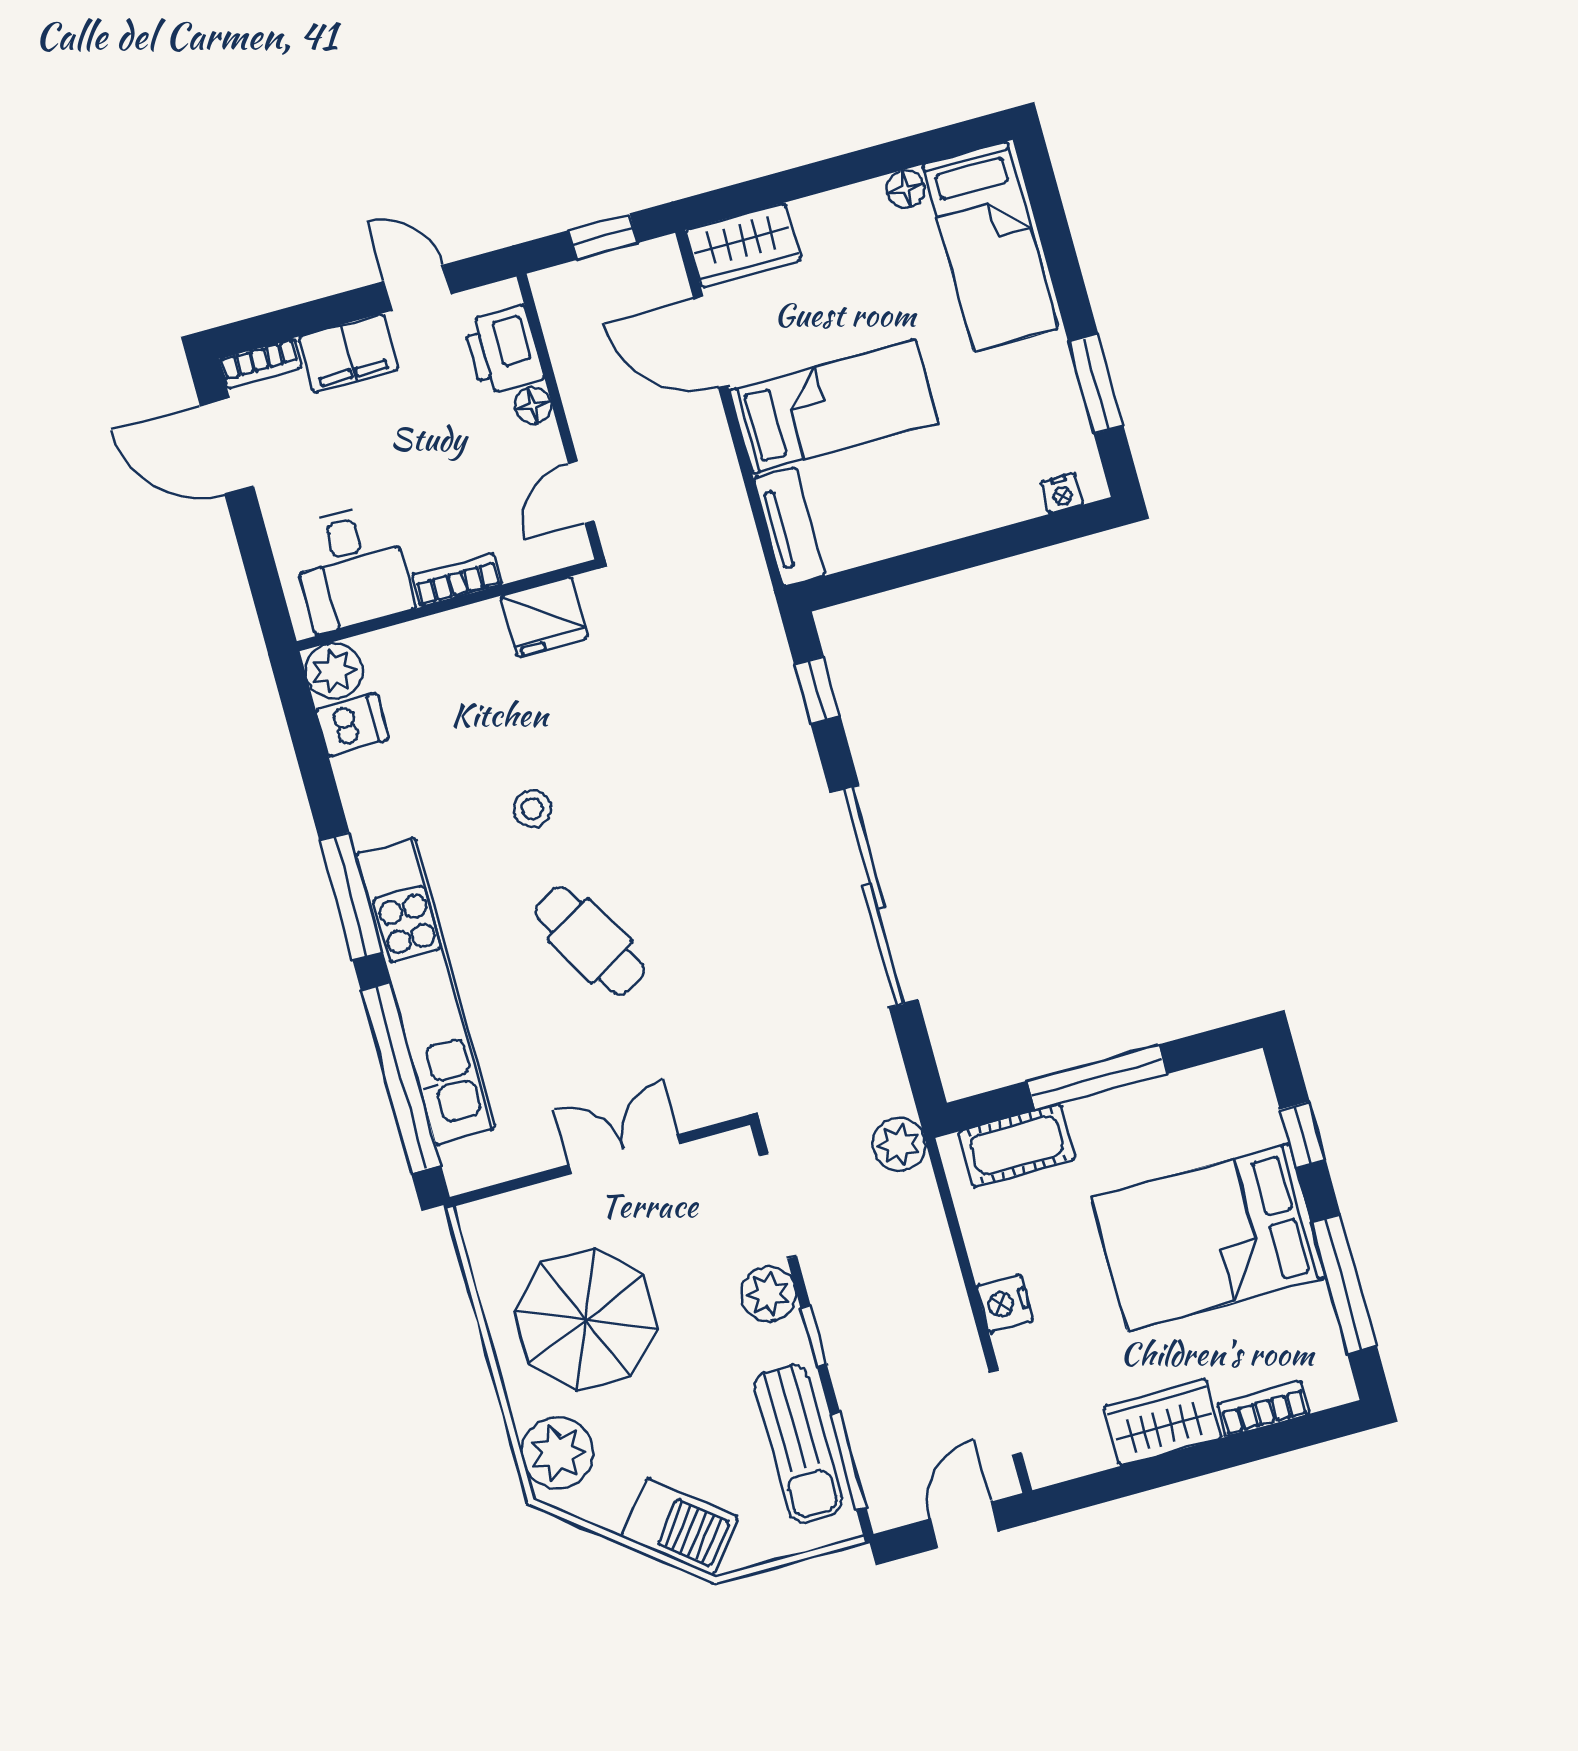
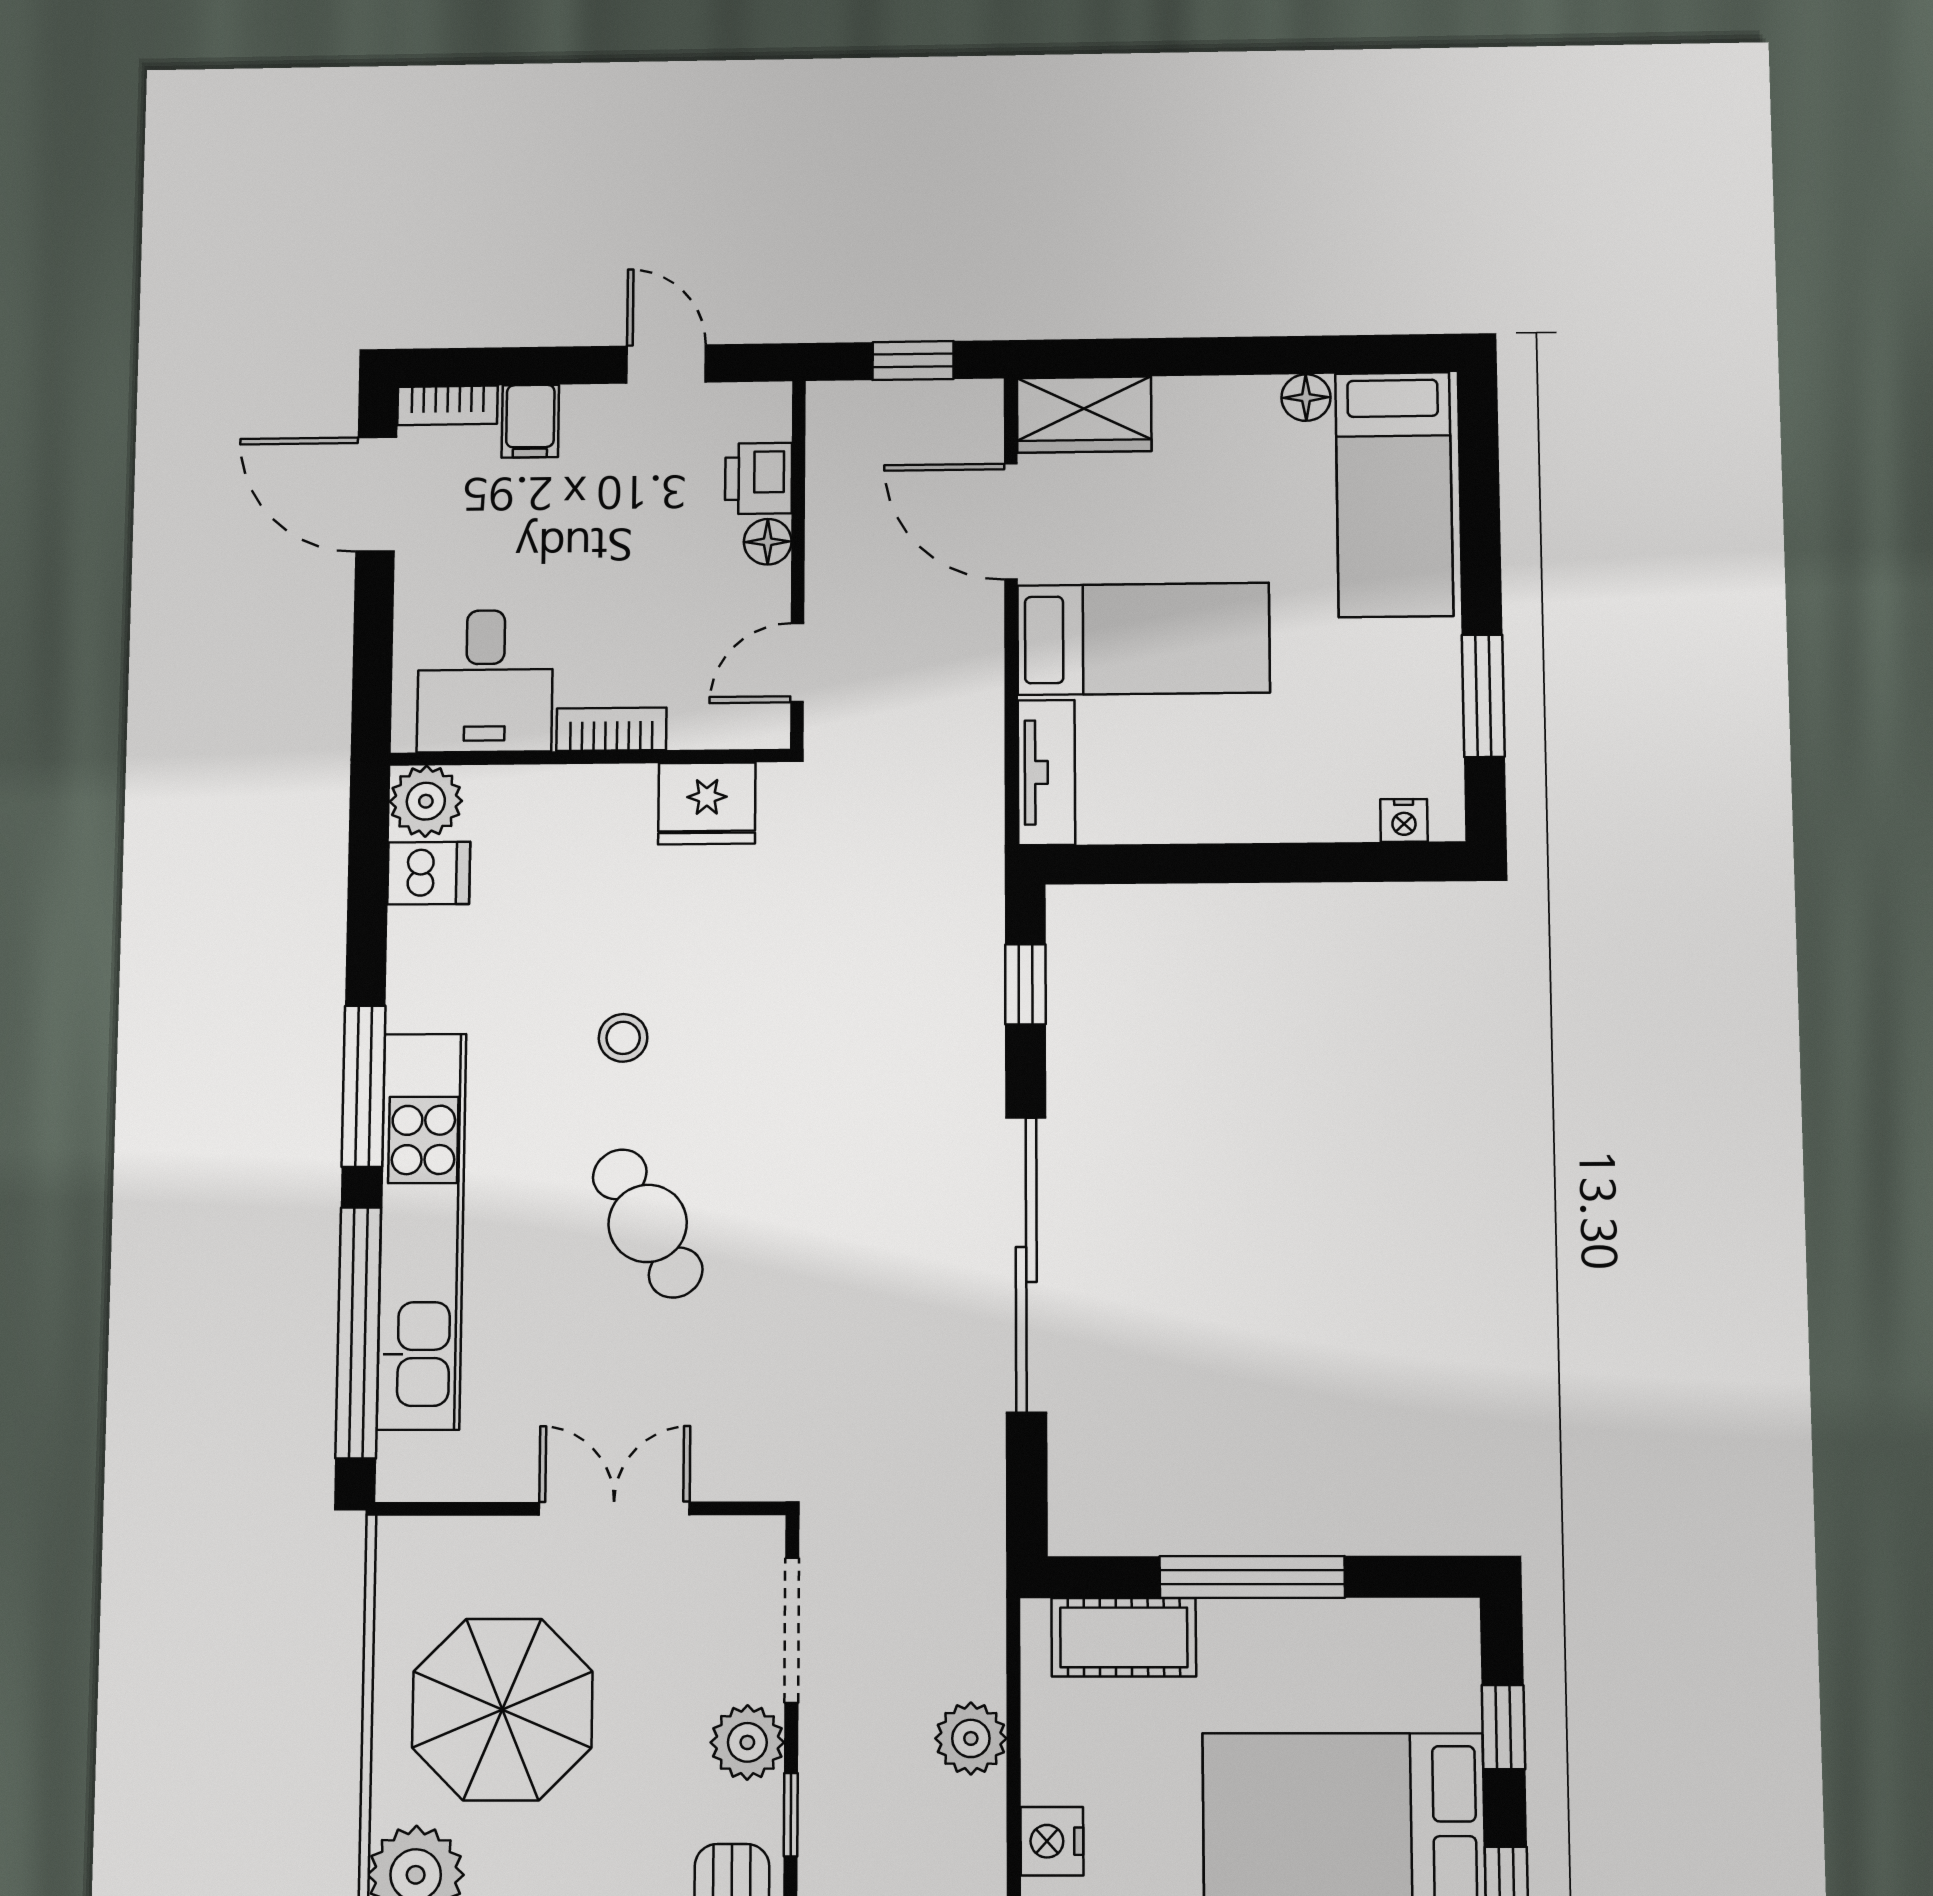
printer: (504, 350) -> (759, 478), width x0.73, depth x0.81
filing cabinet: (348, 353) -> (530, 421), width x0.50
plant: (899, 1145) -> (971, 1738), moved

